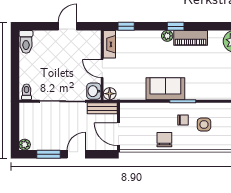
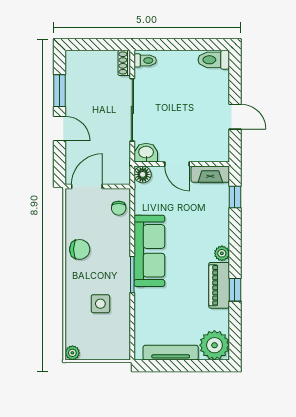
window: (176, 26) -> (235, 290), moved
door: (102, 69) -> (177, 164), swing flipped
sofa: (165, 89) -> (149, 251), width x1.36
shoe rack: (28, 107) -> (124, 63), added
bench: (102, 108) -> (123, 164), removed
chair: (183, 120) -> (119, 208), moved
plant: (25, 145) -> (73, 58), removed

